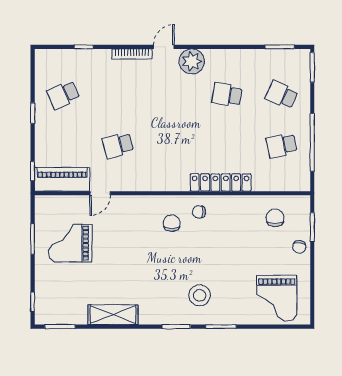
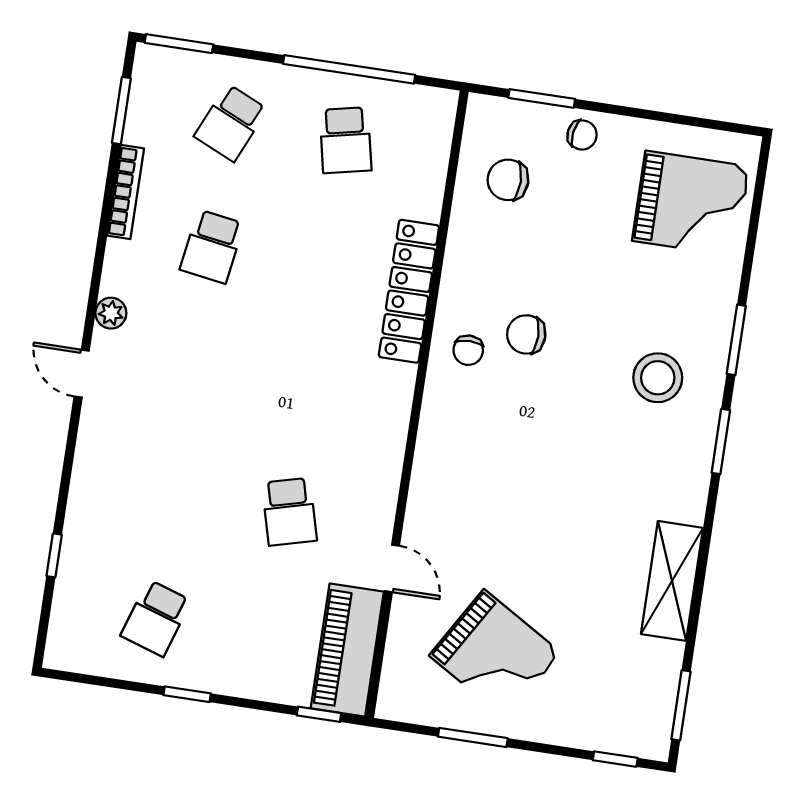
bookcase: (132, 54) -> (126, 192), moved
plant: (192, 61) -> (111, 313), width x0.53, depth x0.53
school desk: (63, 95) -> (156, 618), turned 42
chair: (172, 223) -> (526, 334), moved
grand piano: (70, 243) -> (495, 654), turned -59

